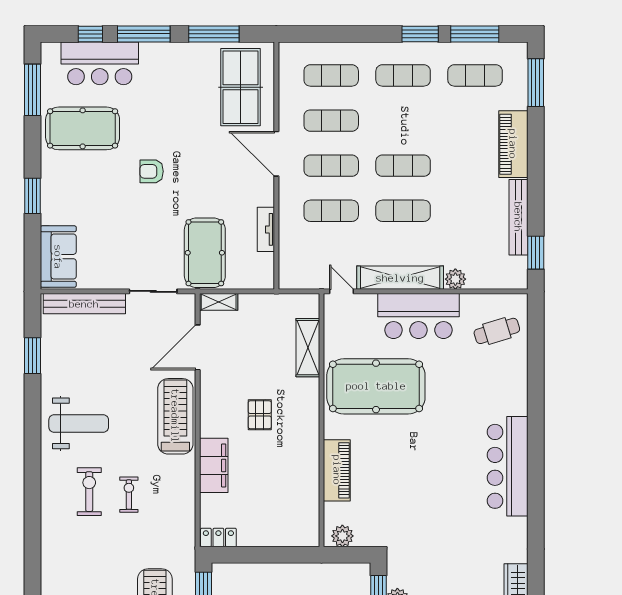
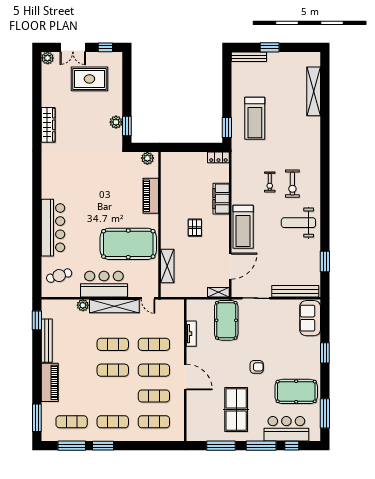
table tennis table: (241, 87) -> (236, 410), moved
bar counter: (508, 466) -> (53, 228), moved

